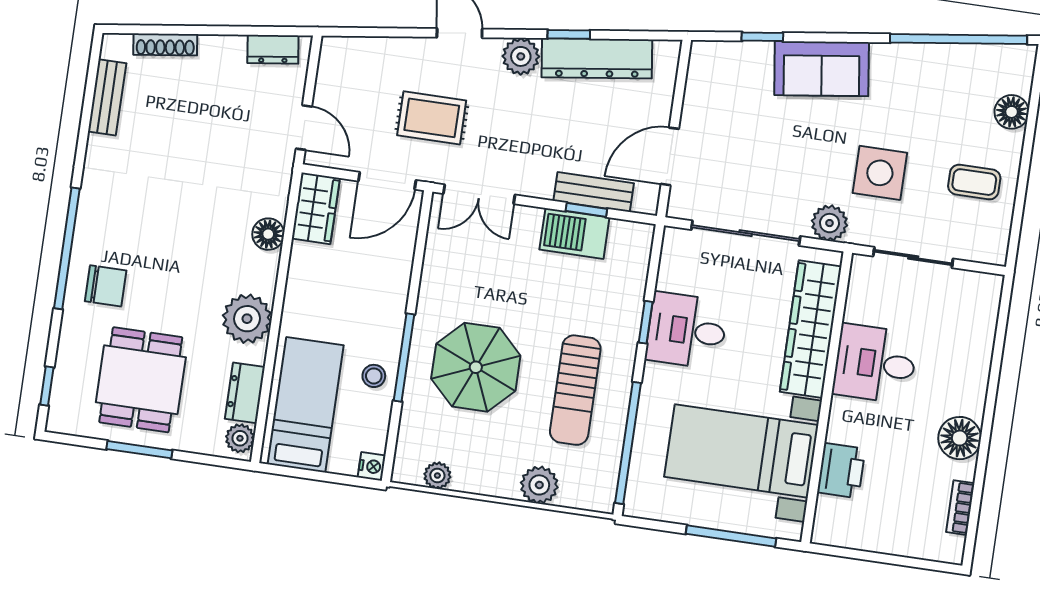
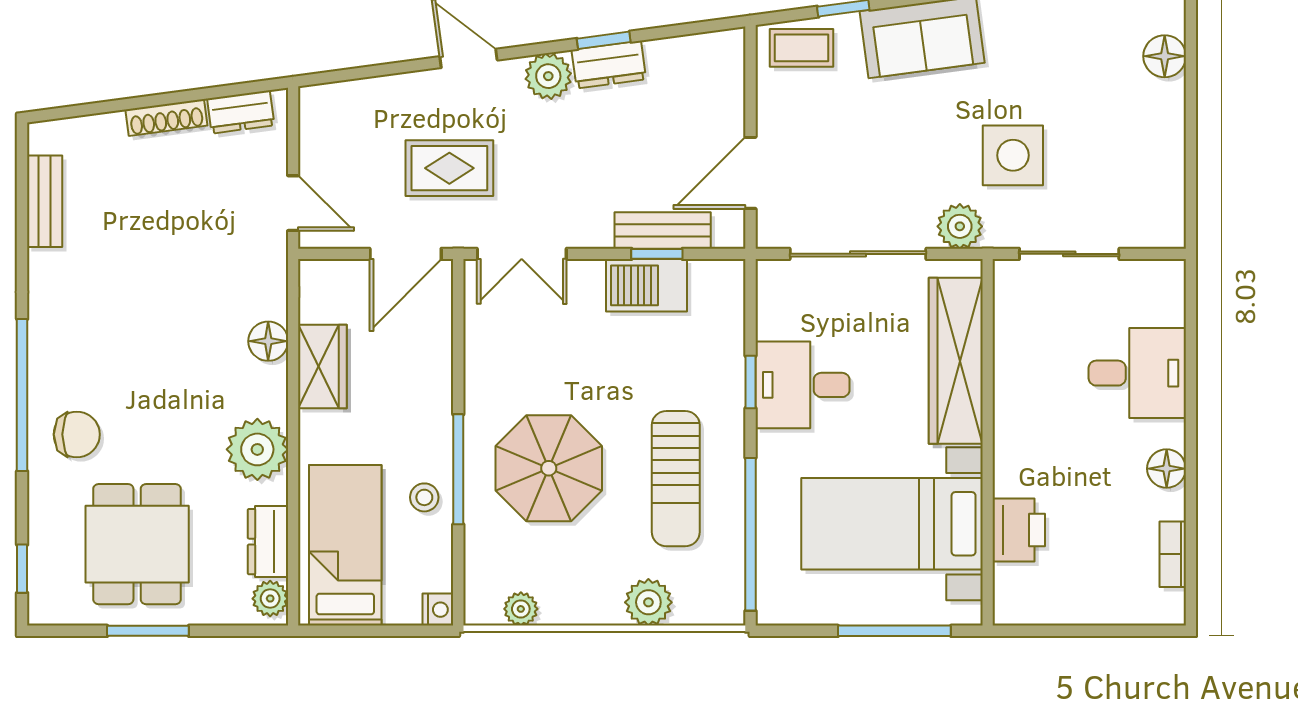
shoe rack: (165, 45) -> (166, 118), moved
dresser: (597, 58) -> (609, 65), width x0.51, depth x0.80
coffee table: (974, 182) -> (802, 48), moved
wardrobe: (316, 208) -> (322, 366), moved
desk: (875, 364) -> (1137, 373), moved, turned 180
floor lamp: (960, 438) -> (1167, 469), width x0.73, depth x0.73

